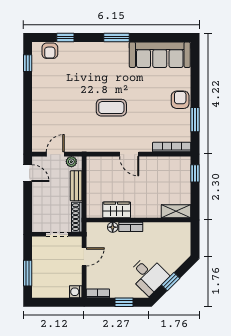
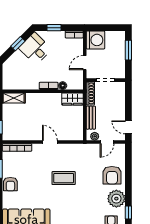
plant: (43, 81) -> (116, 199), added
armchair: (49, 111) -> (112, 175), added
wardrobe: (117, 210) -> (72, 99), moved
washing machine: (76, 292) -> (95, 40), width x1.89, depth x1.89

